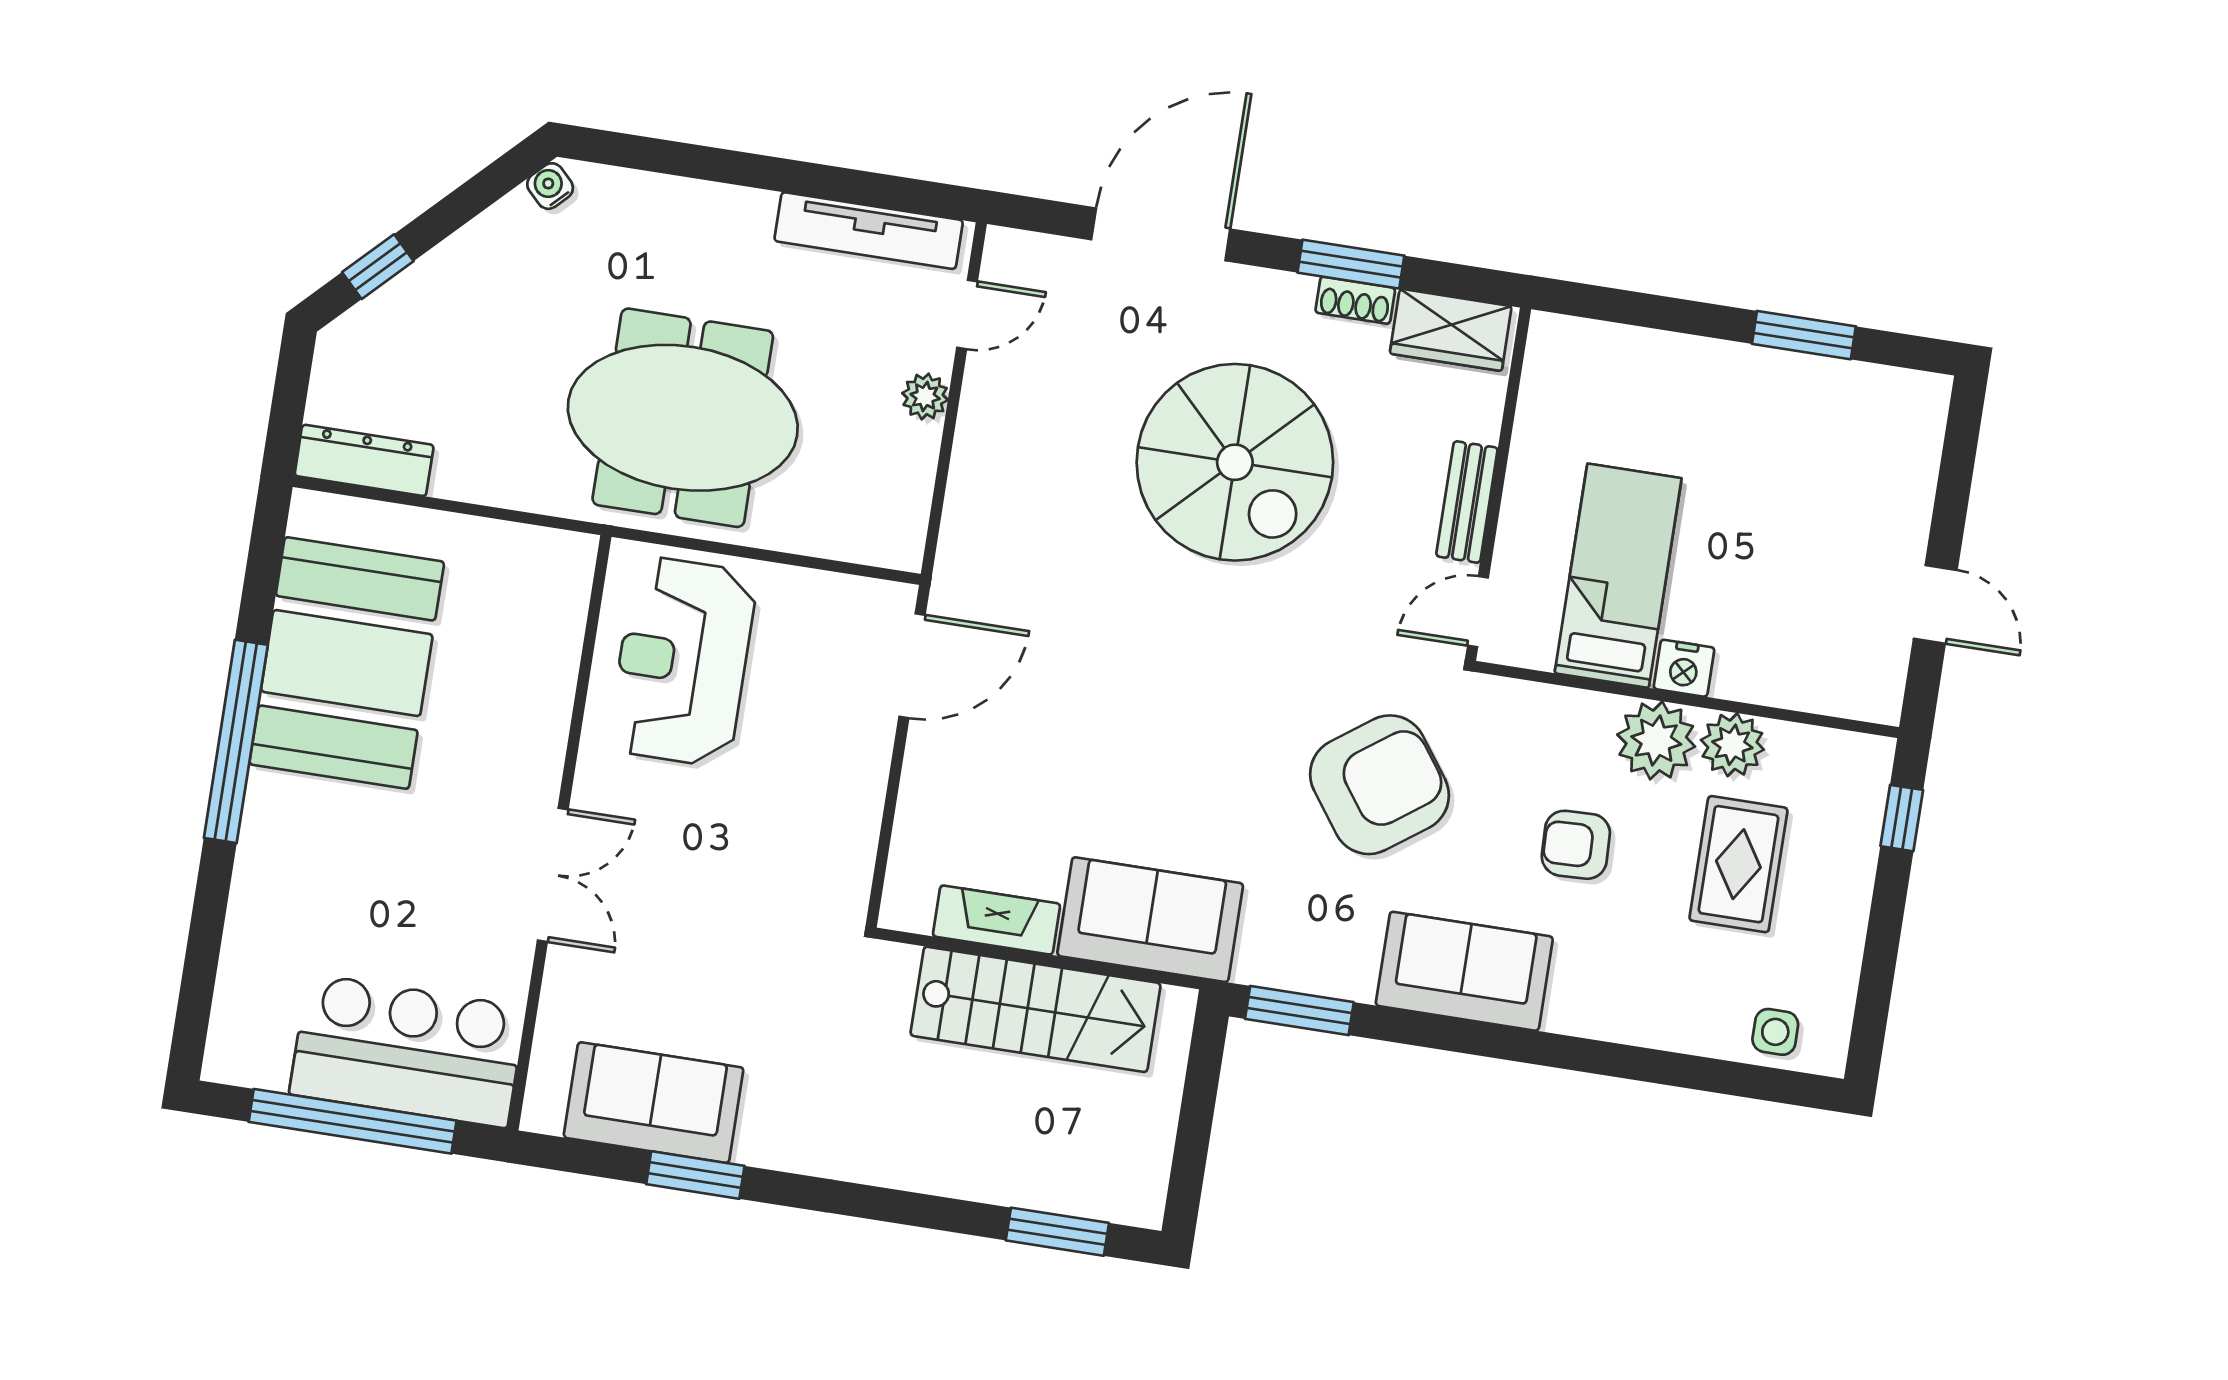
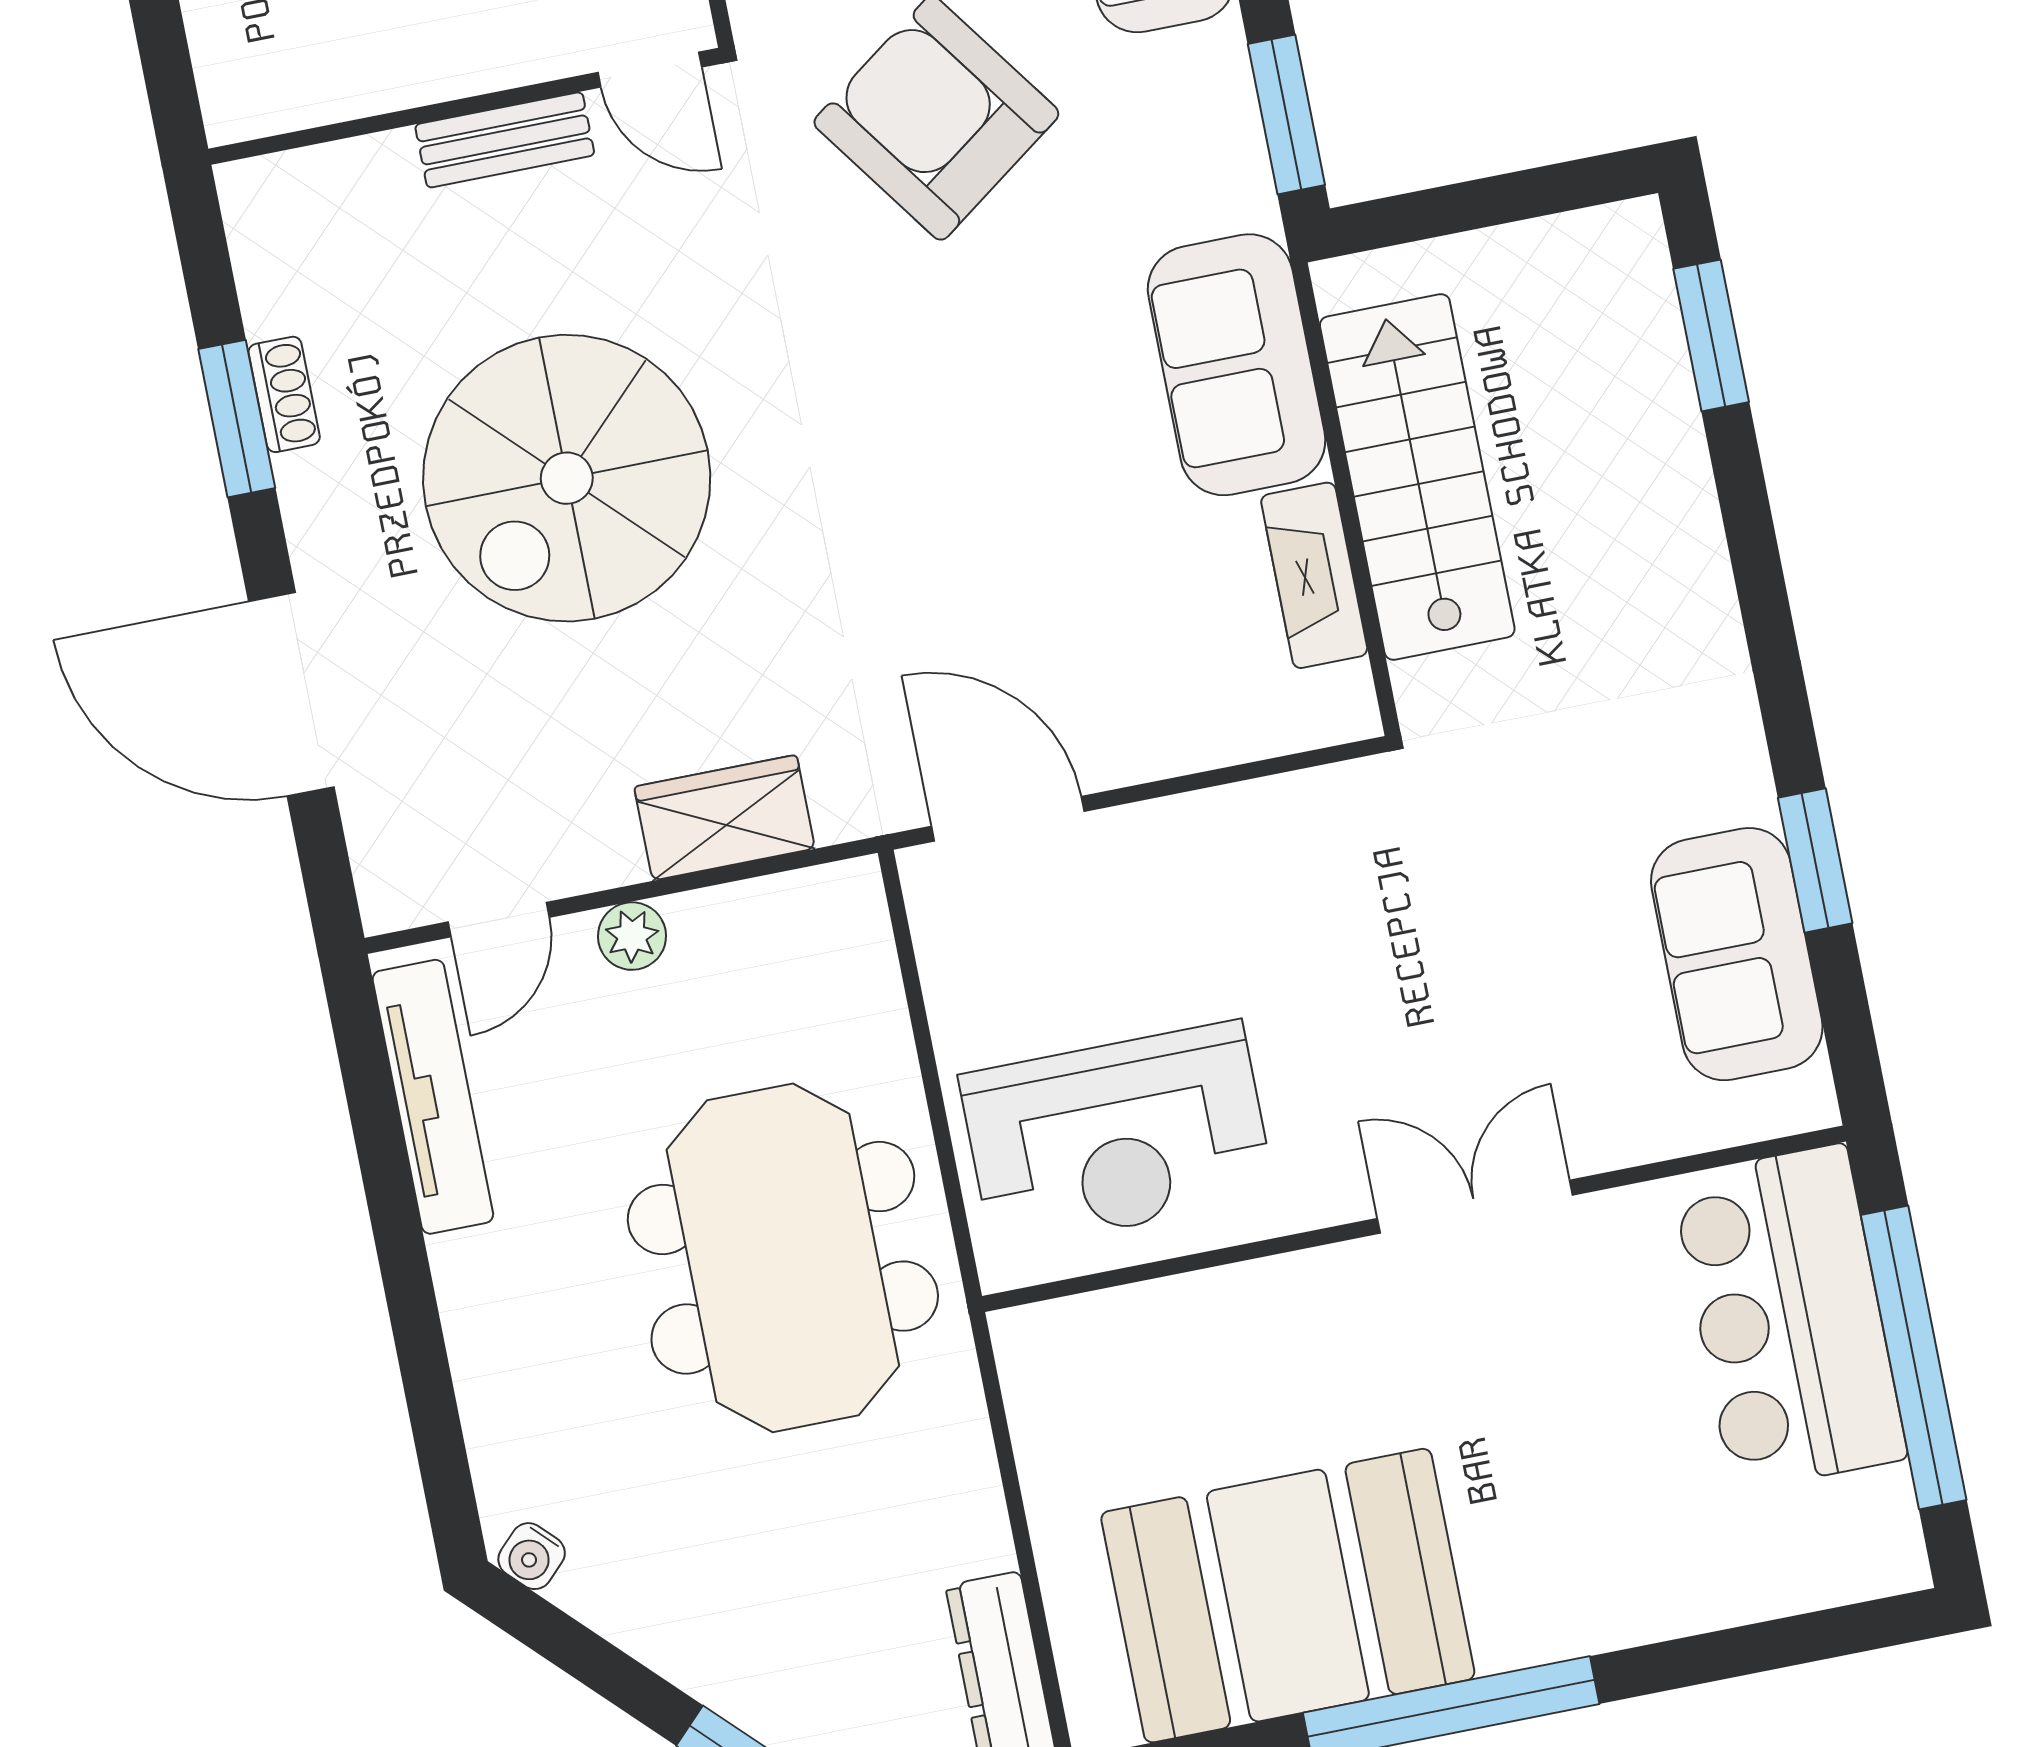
door: (967, 315) -> (499, 920), swing flipped
wardrobe: (1451, 330) -> (725, 818), moved, turned -90
spiral stairs: (1235, 462) -> (567, 478), turned 180

